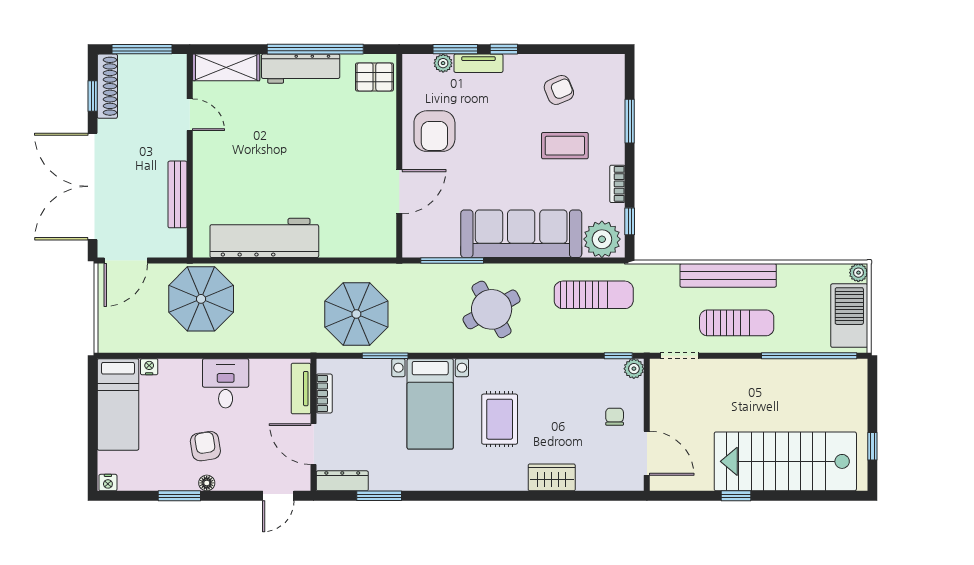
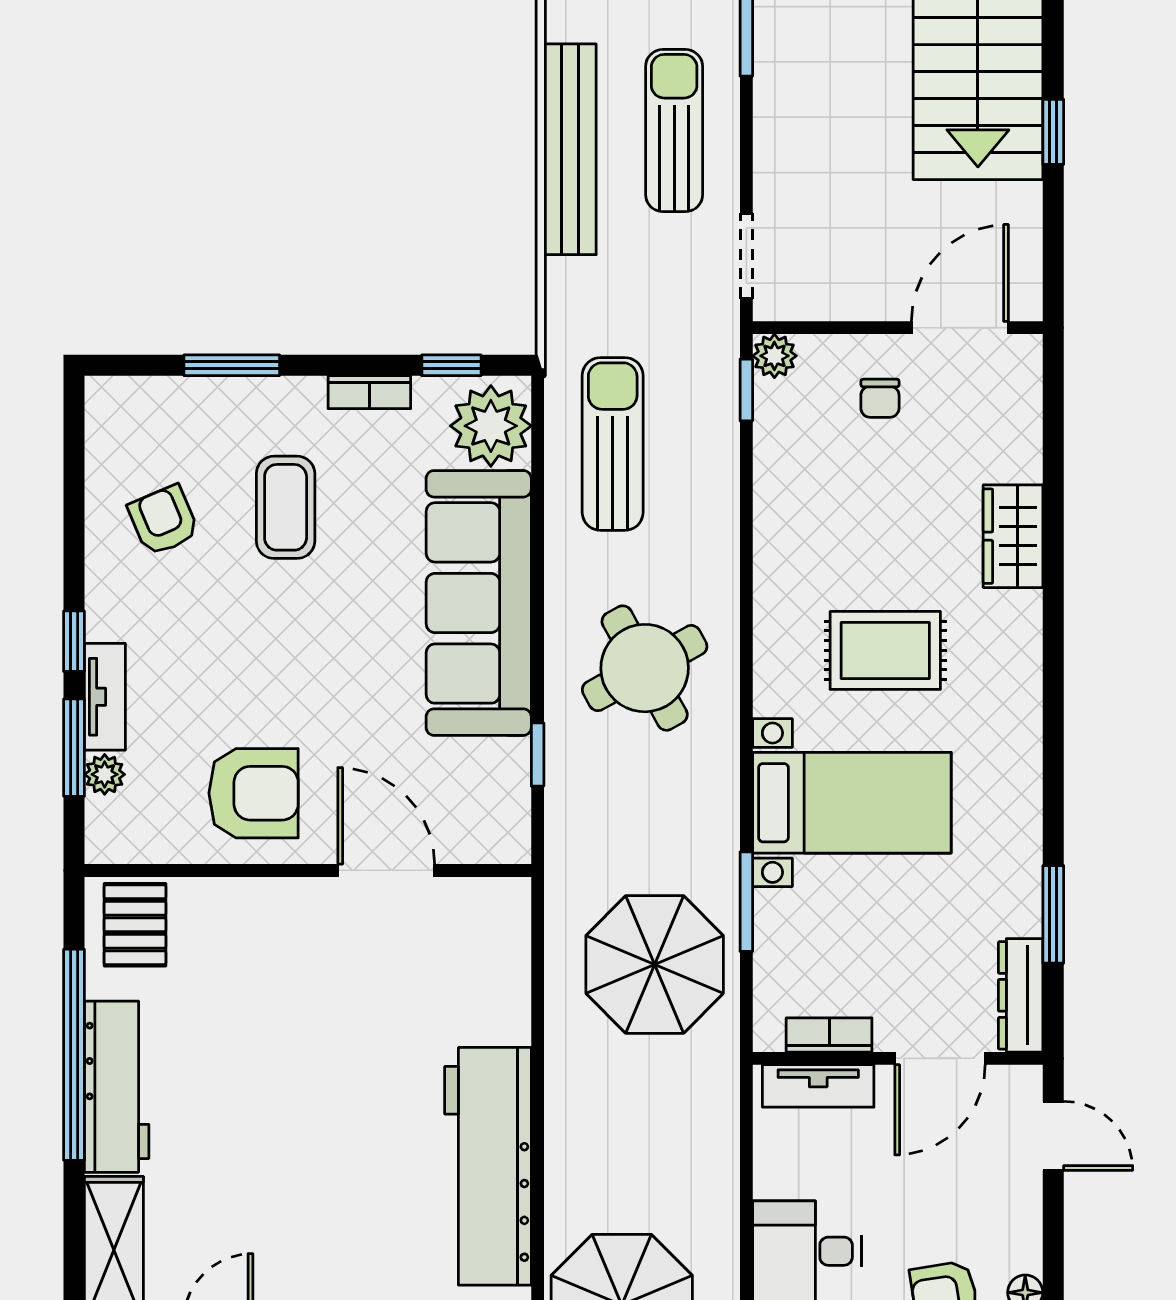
window: (452, 261) -> (538, 755), width x0.46
chair: (615, 417) -> (880, 398), turned -90

